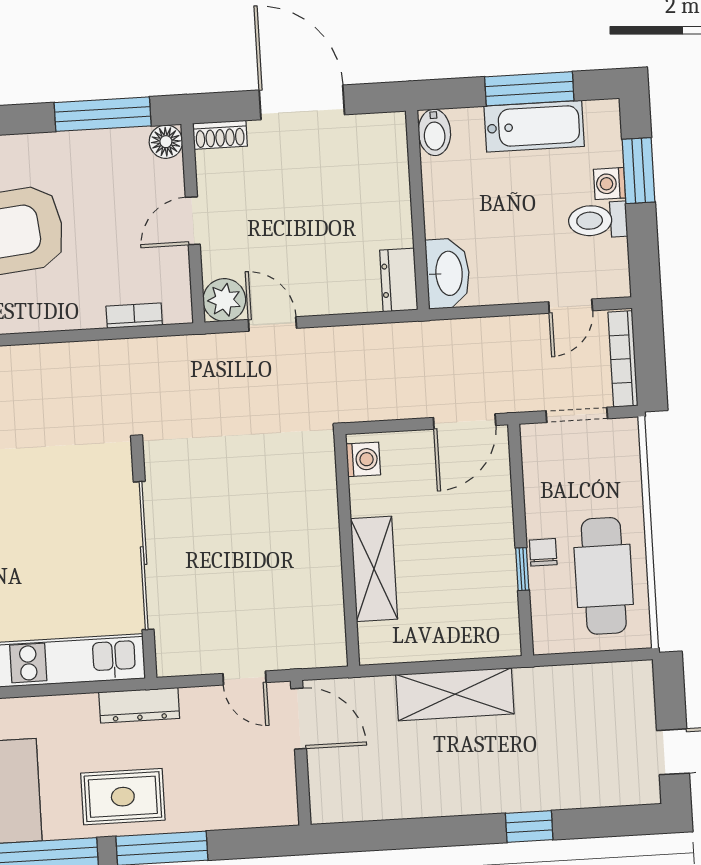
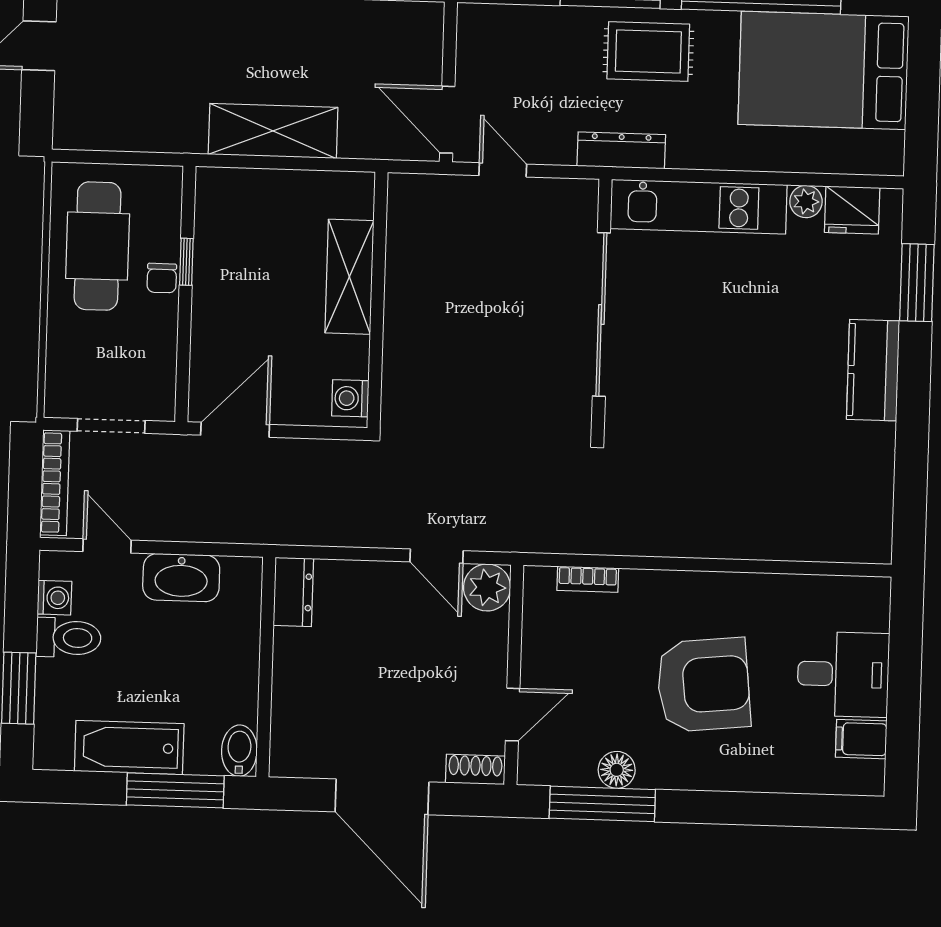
window: (529, 89) -> (175, 790), moved
floor lamp: (166, 142) -> (617, 770), moved
washing machine: (609, 184) -> (54, 598), moved
door: (193, 221) -> (513, 715), moved
washbasin: (448, 273) -> (181, 578), moved, turned -90
door: (571, 306) -> (107, 546), hinge flipped

